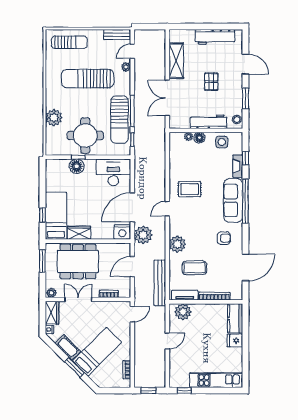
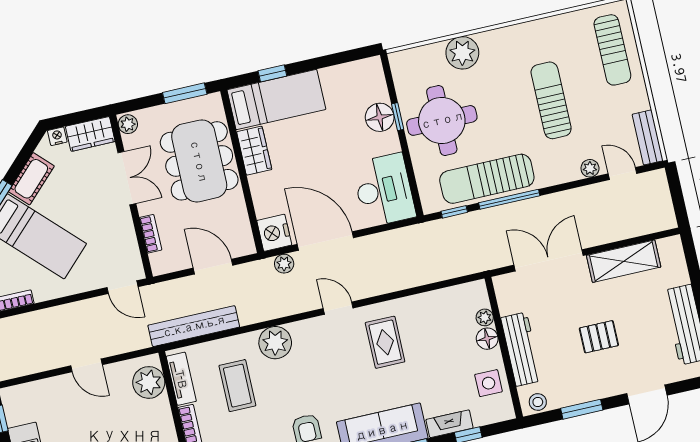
sun lounger: (88, 79) -> (551, 100), width x0.73, depth x0.75
plant: (143, 235) -> (284, 264), width x0.53, depth x0.53

